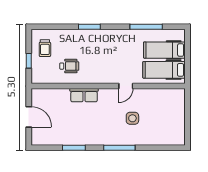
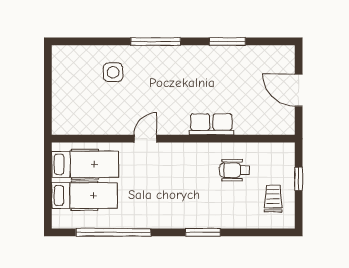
window: (146, 27) -> (113, 232), width x1.46
side table: (132, 118) -> (113, 72), moved

